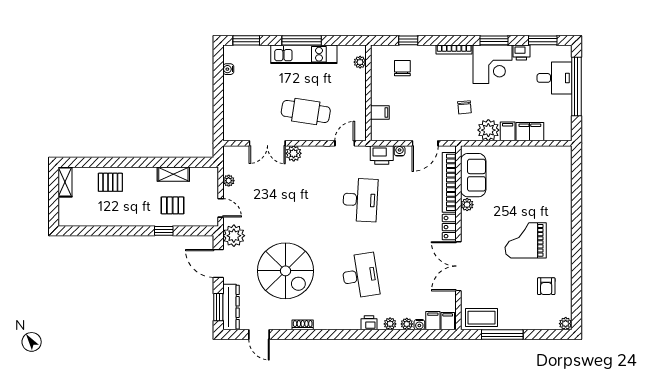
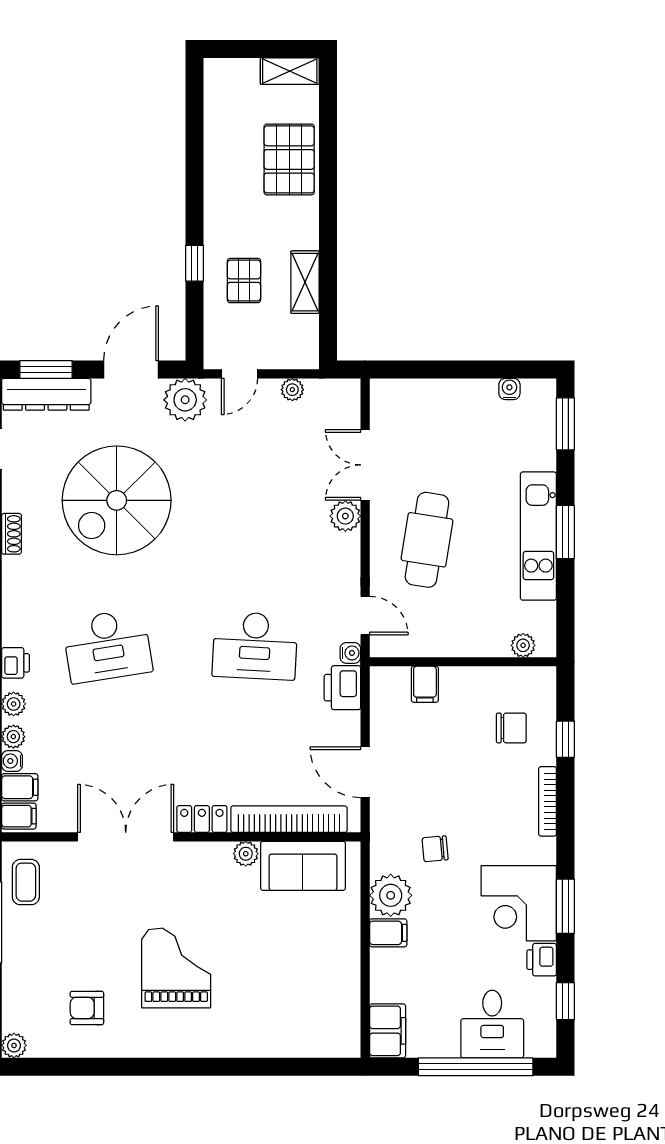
window: (302, 40) -> (565, 532), width x0.69
window: (543, 40) -> (565, 1001), width x0.67
bookcase: (454, 50) -> (548, 801), moved
filing cabinet: (530, 132) -> (388, 1031), moved
water cooler: (400, 151) -> (350, 653), moved
pallet: (110, 182) -> (289, 159), width x1.50, depth x1.42
coffee table: (482, 318) -> (26, 882), width x0.73, depth x0.77

